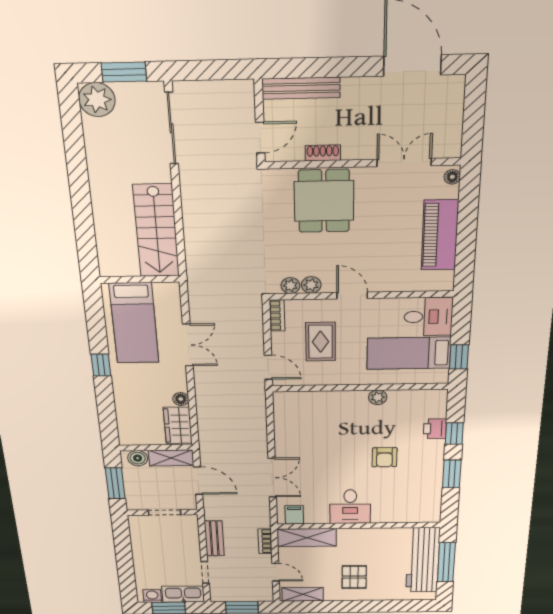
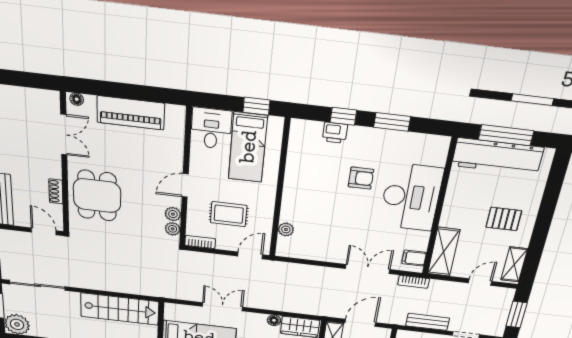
double door: (404, 163) -> (64, 135), swing flipped
dining table: (324, 201) -> (97, 196), turned 90
plant: (378, 397) -> (286, 229), moved
desk: (350, 507) -> (411, 197), width x1.87, depth x1.30
bookcase: (265, 541) -> (414, 282), moved

